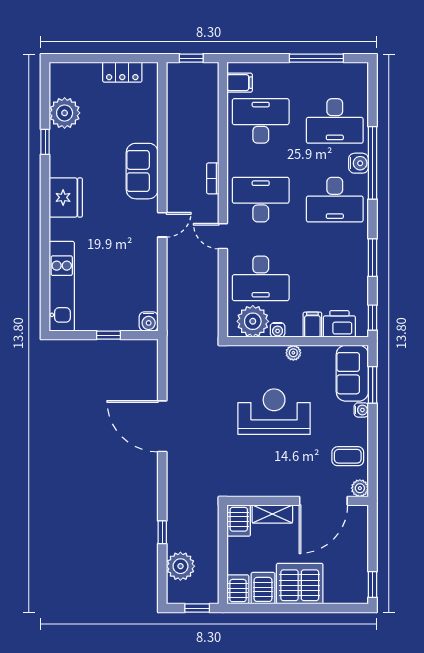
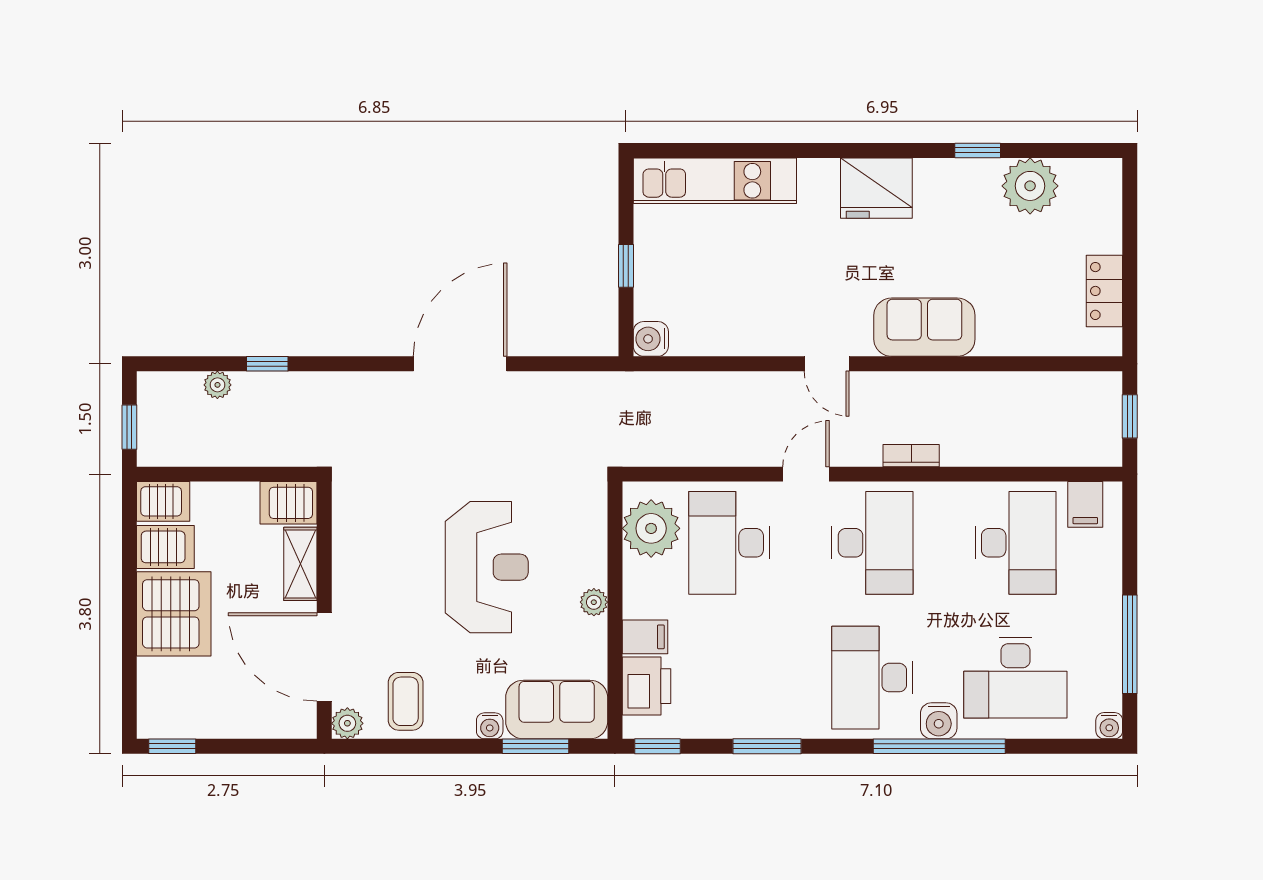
desk: (335, 121) -> (1015, 678), turned -90
water cooler: (278, 330) -> (1109, 726), moved, turned -90
plant: (180, 566) -> (217, 385), width x0.53, depth x0.53

